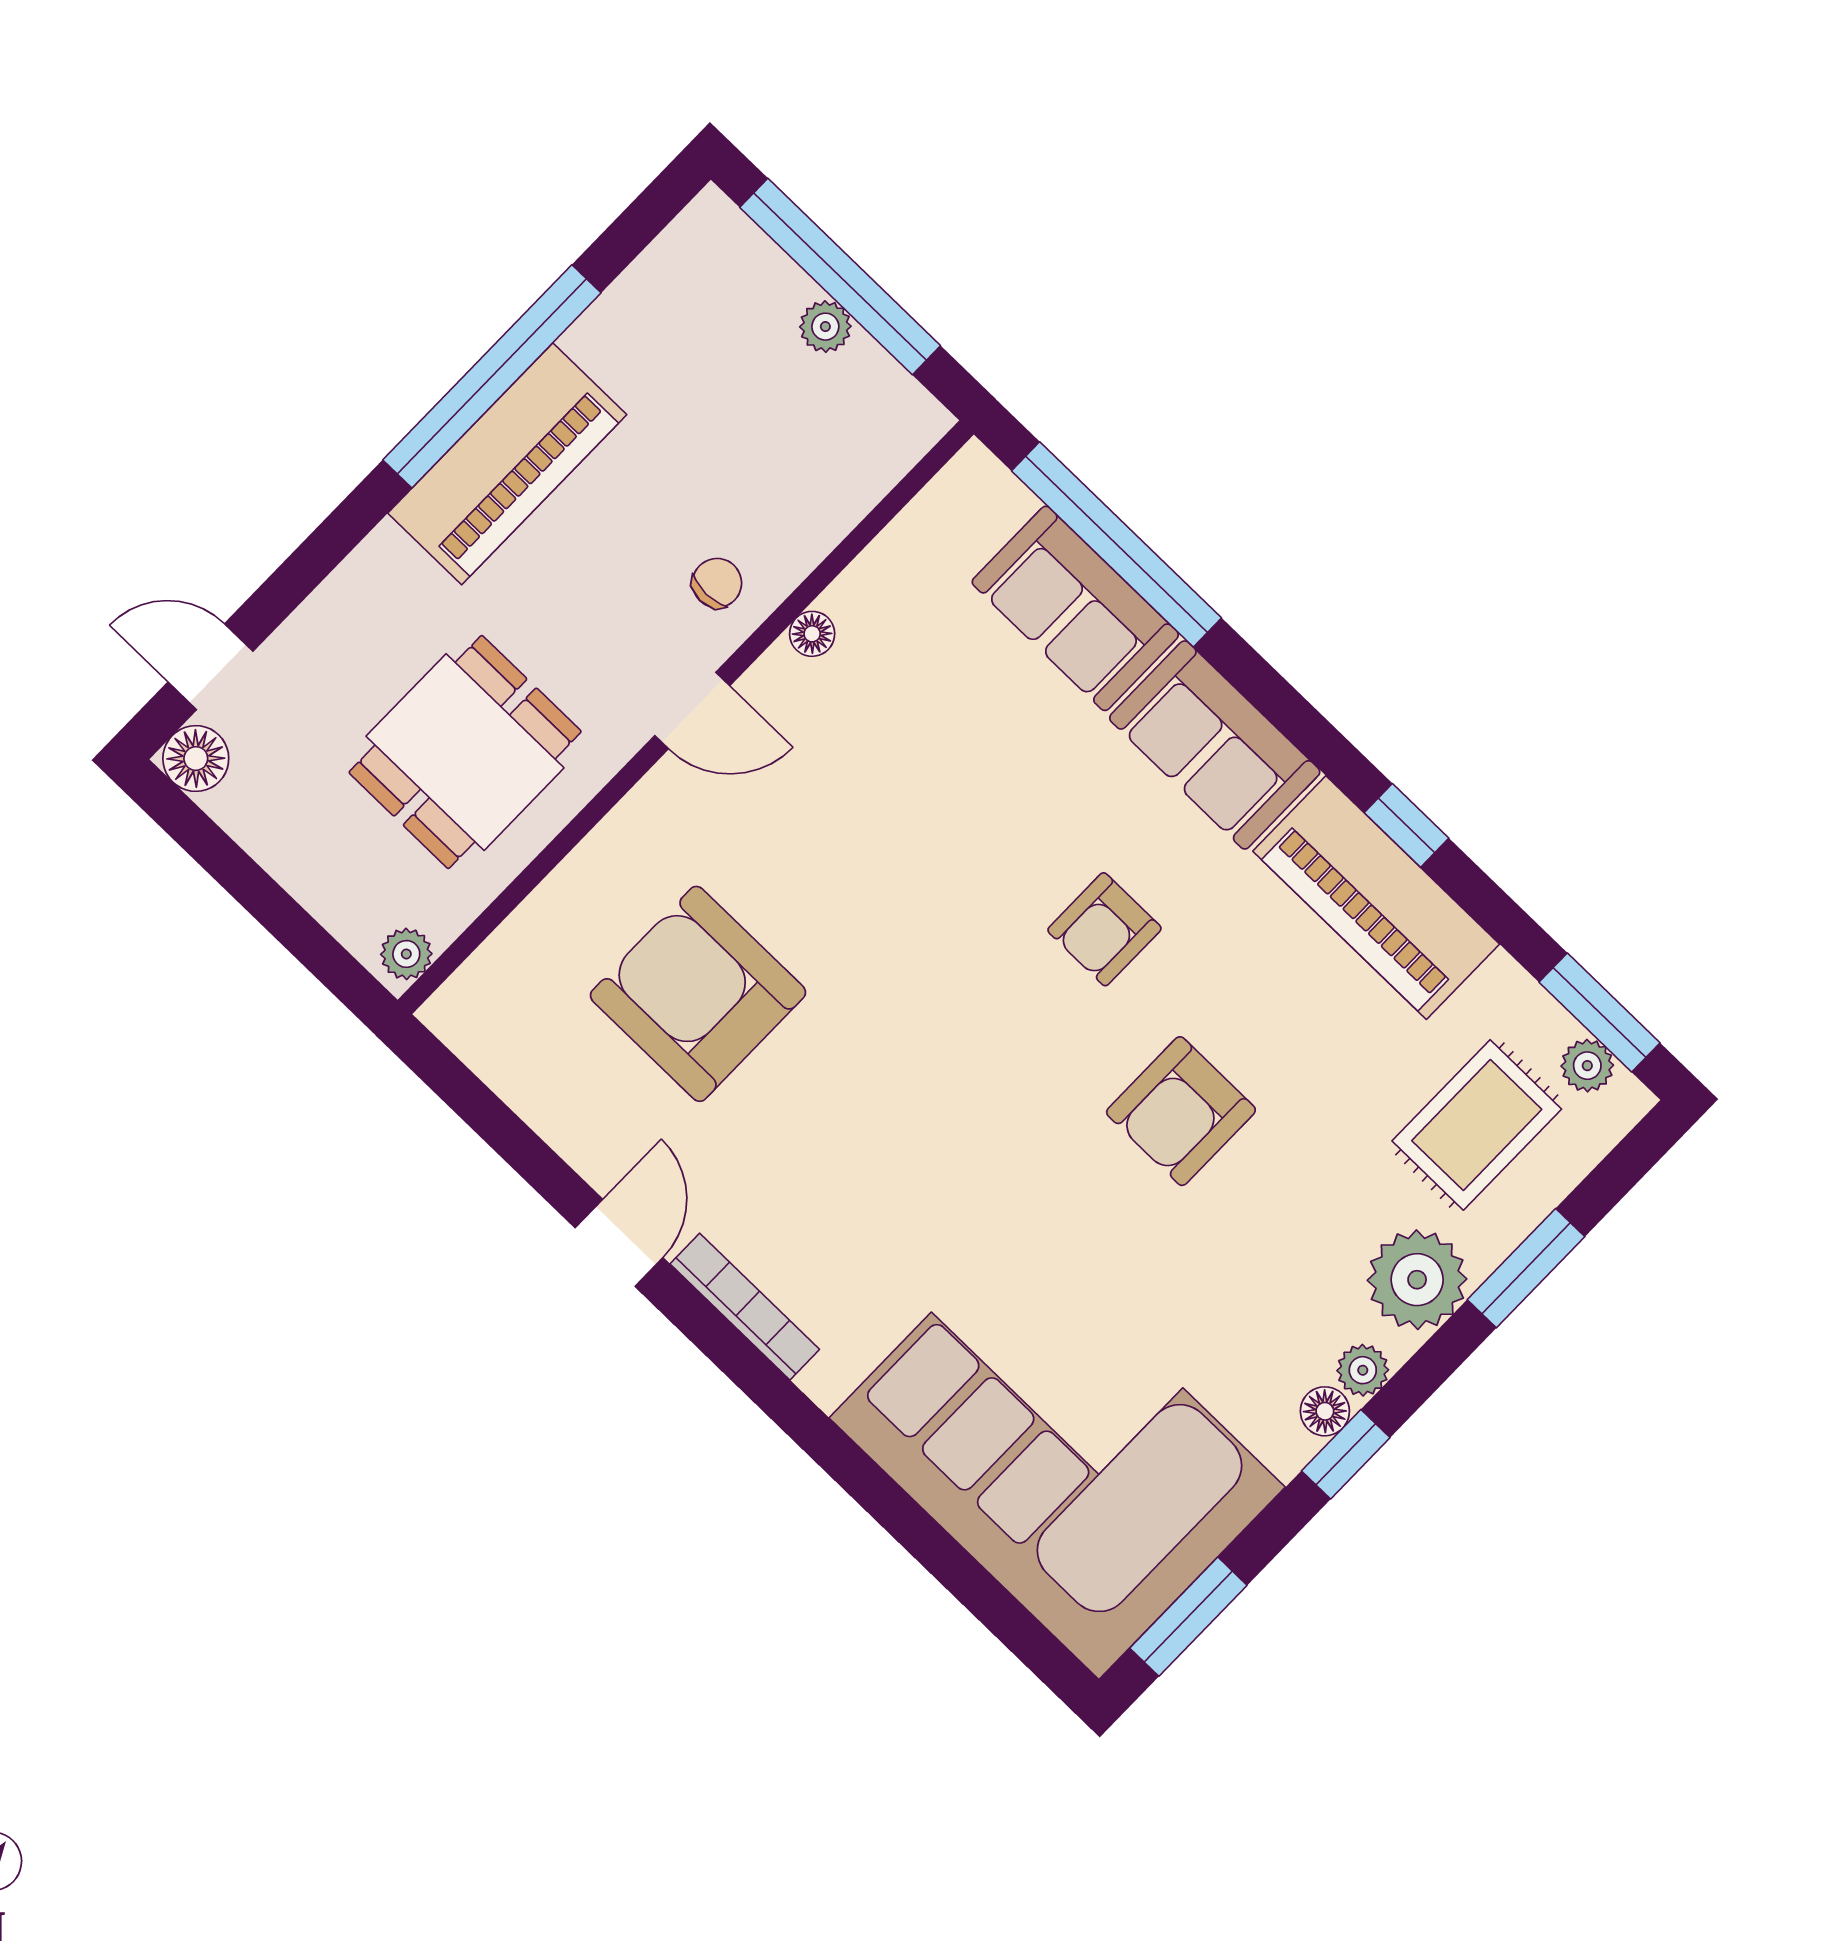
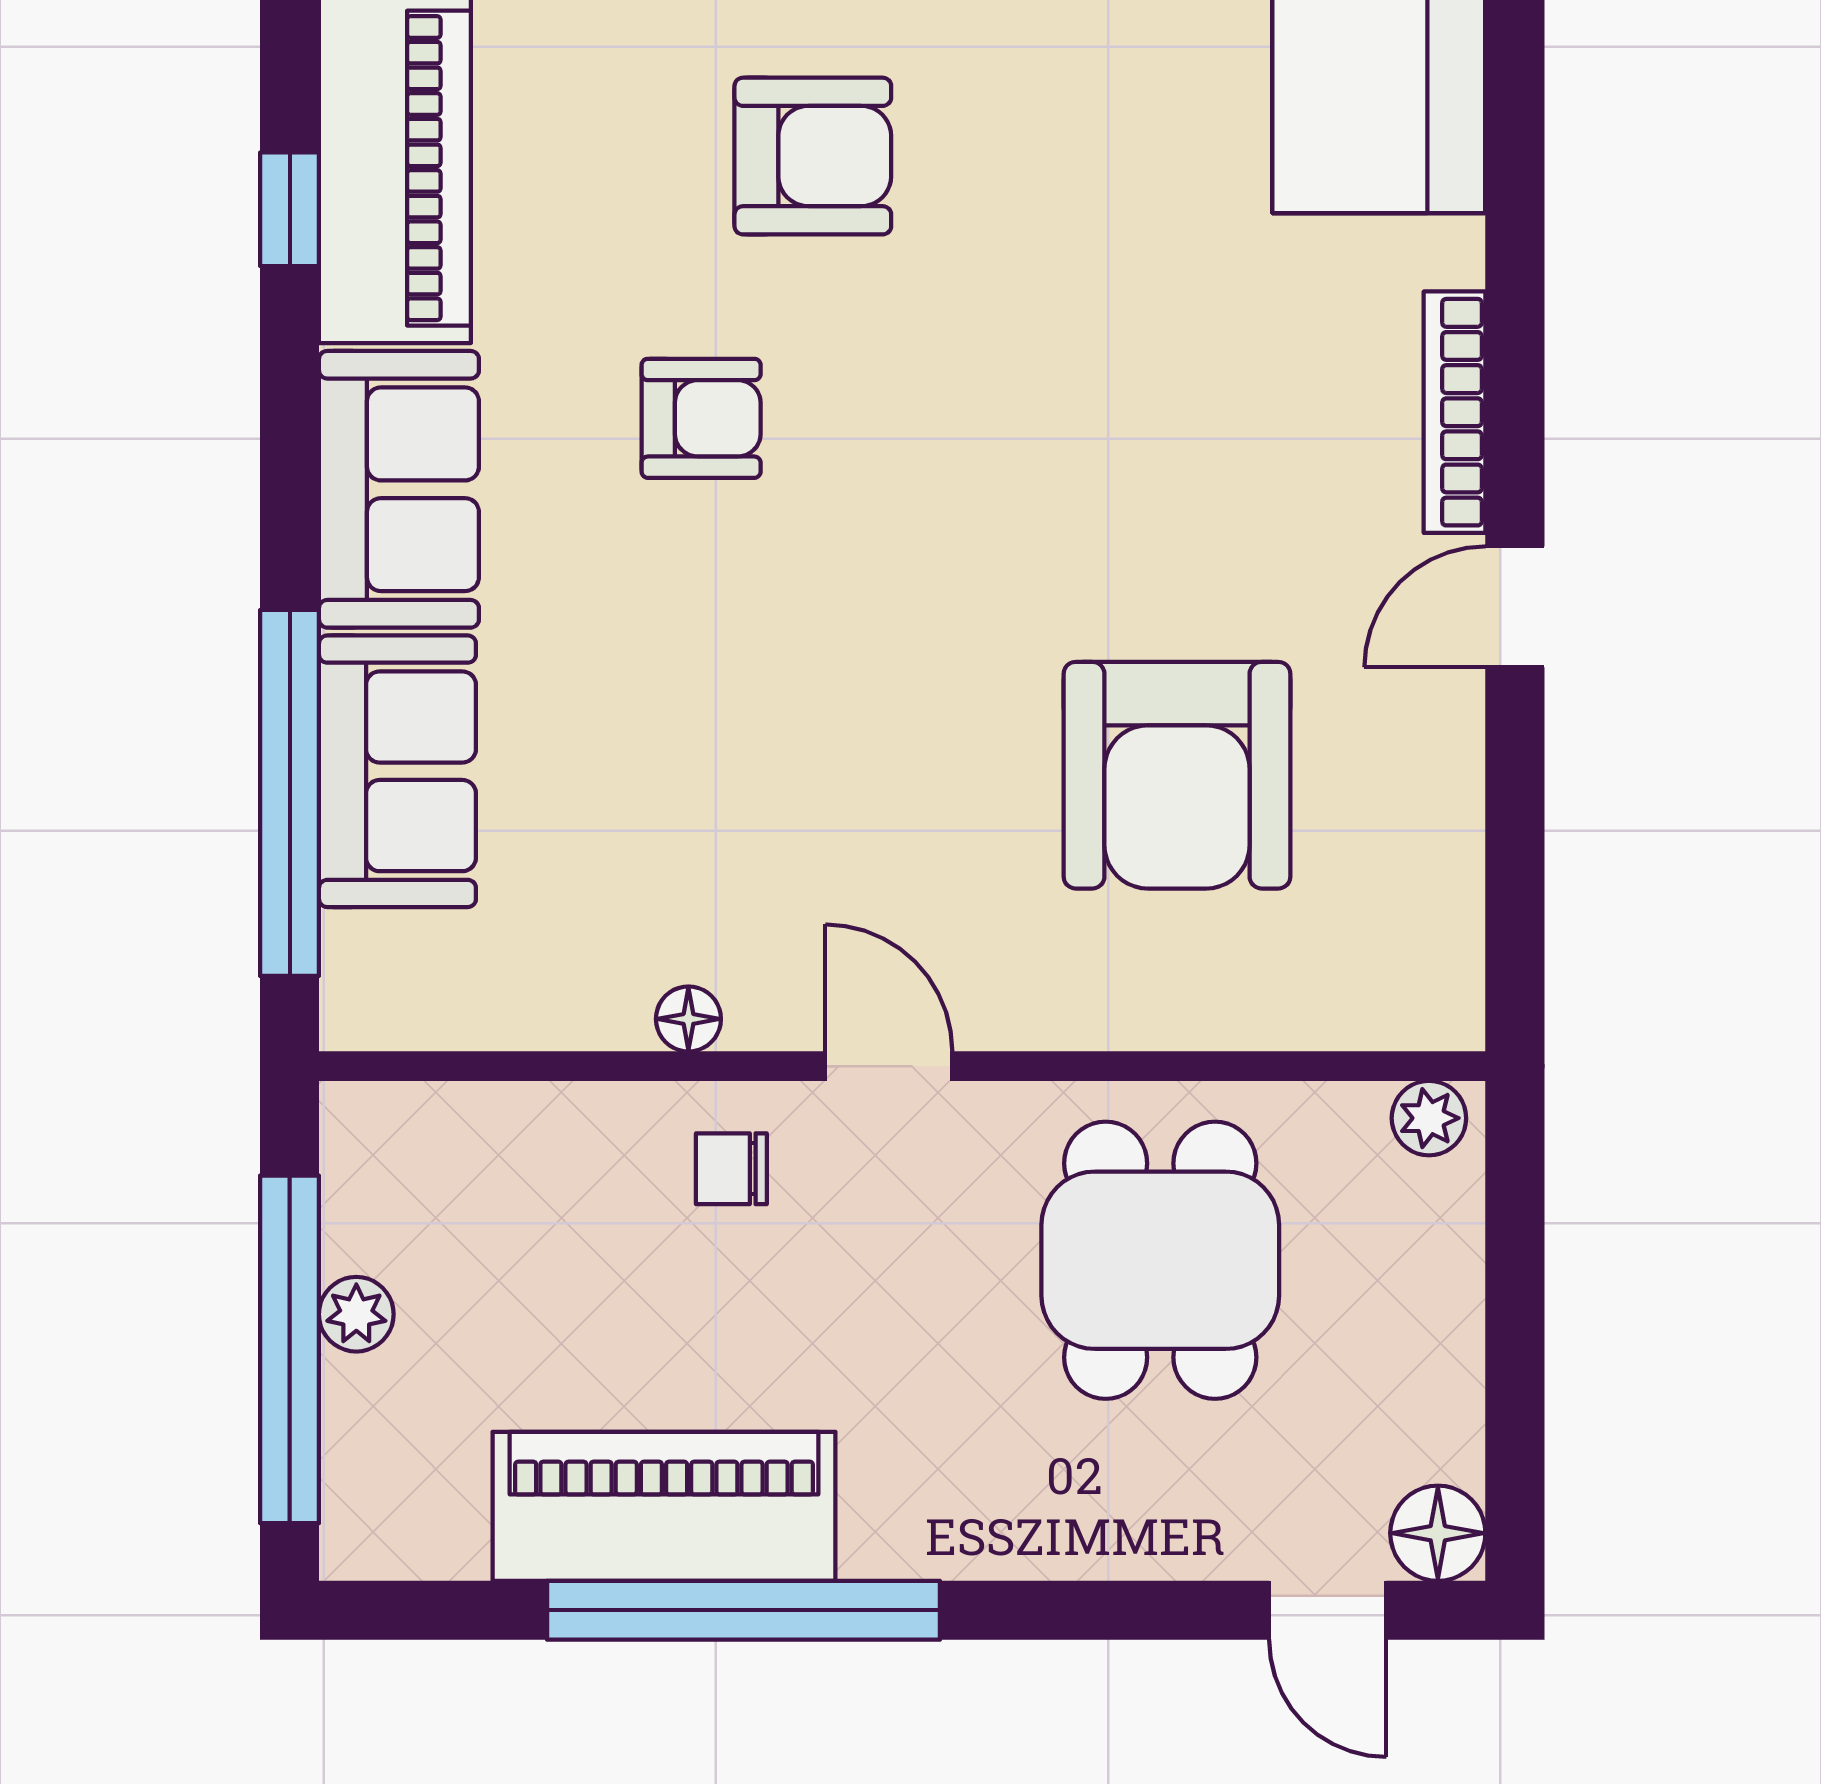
piano: (507, 464) -> (664, 1506), moved
dining table: (465, 752) -> (1160, 1260), turned 90

